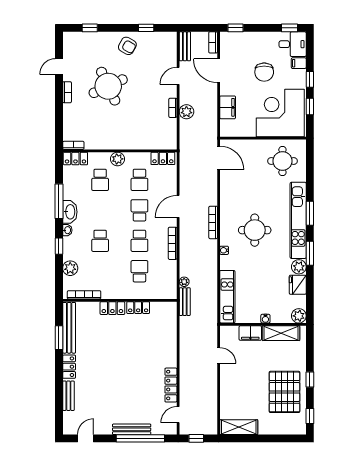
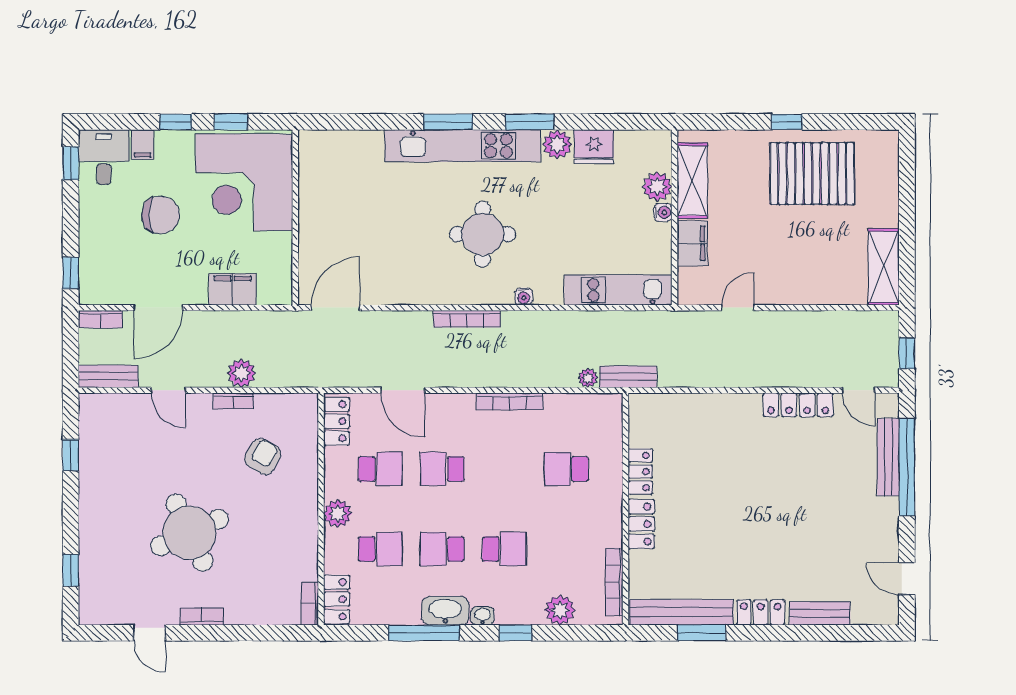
armchair: (127, 46) -> (263, 457), moved
round table: (282, 161) -> (342, 178), removed
door: (178, 206) -> (403, 390), moved
school desk: (139, 241) -> (442, 549), moved, turned 180
plant: (299, 316) -> (657, 186), moved
window: (310, 416) -> (861, 122), removed
bench: (132, 429) -> (888, 457), moved

